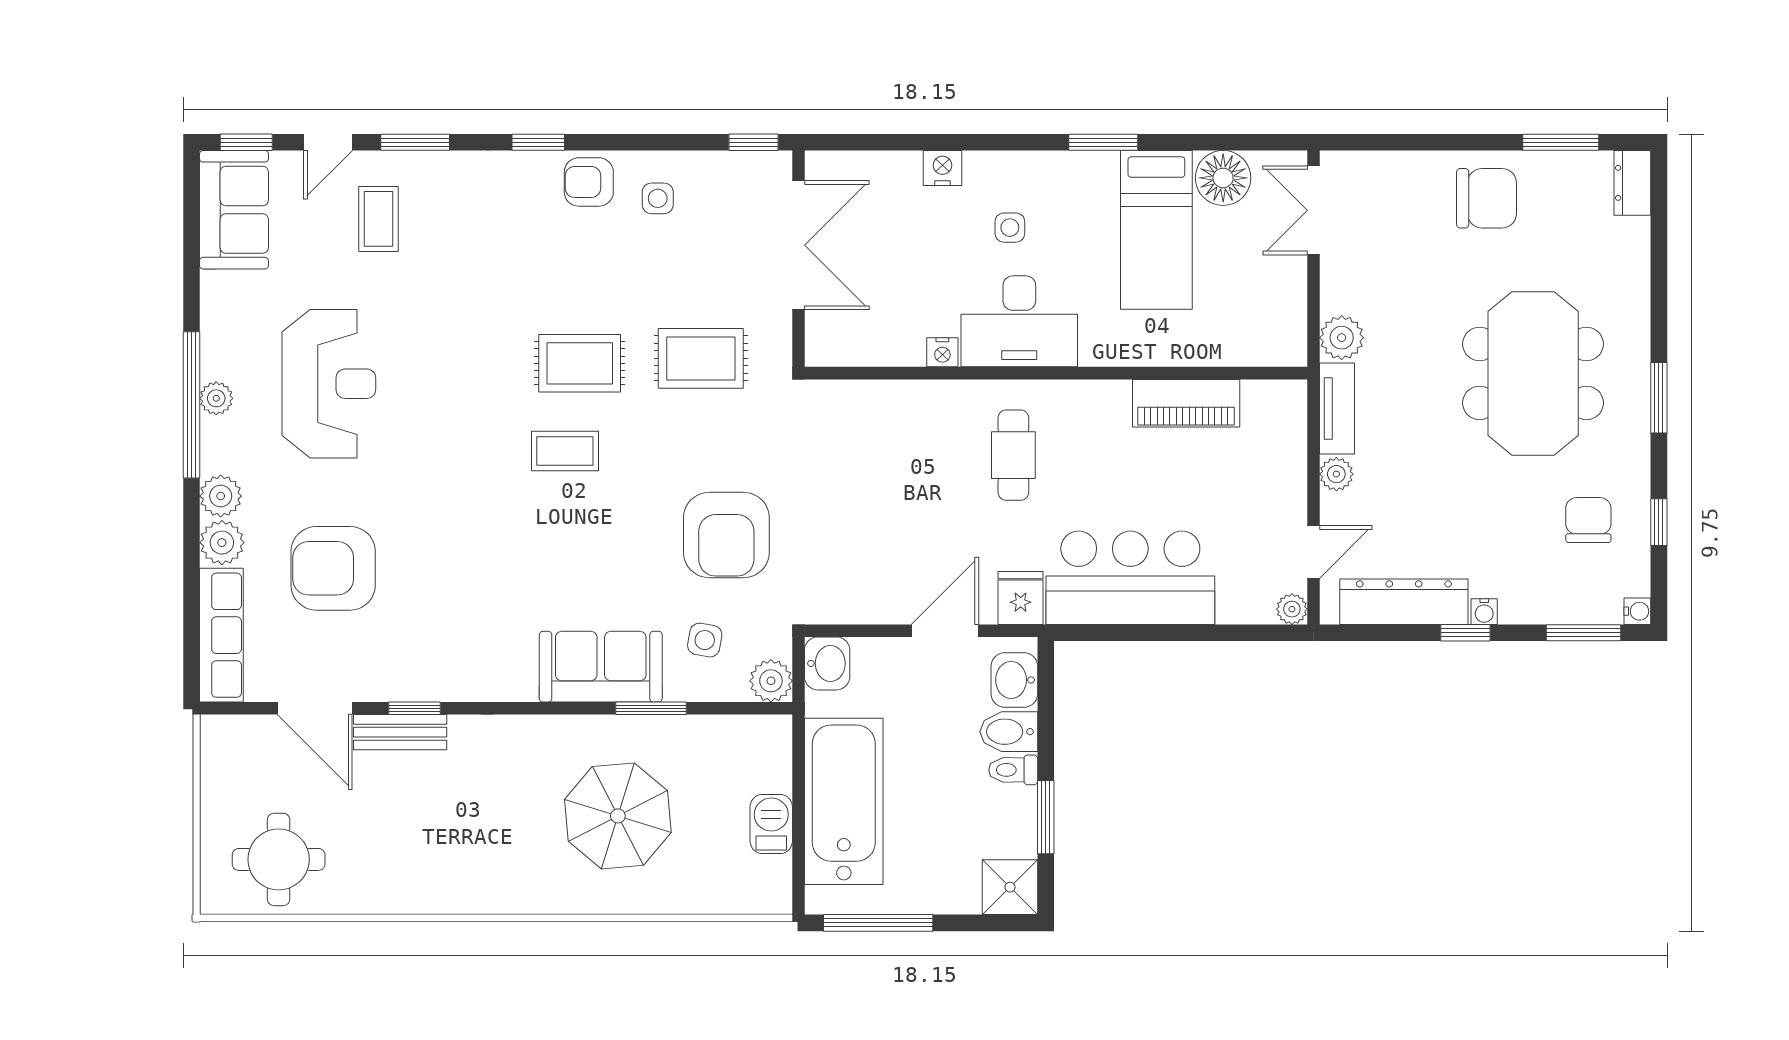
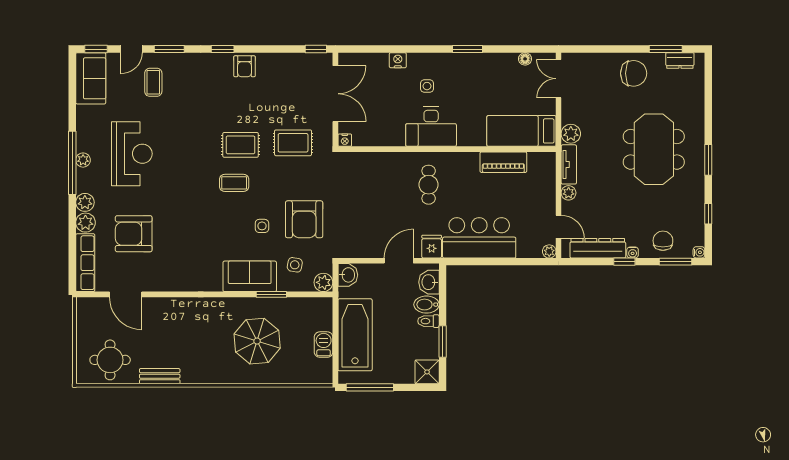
floor lamp: (1223, 178) -> (525, 59), width x0.53, depth x0.53
armchair: (589, 182) -> (244, 66), turned -90
dresser: (1632, 183) -> (680, 61), moved, turned -90
side table: (658, 198) -> (262, 226), moved
bed: (1156, 230) -> (521, 131), moved, turned 90
nightstand: (942, 352) -> (345, 140), moved
chair: (1588, 520) -> (663, 241), moved
door: (1313, 552) -> (559, 227), hinge flipped
window: (414, 708) -> (169, 294), removed
bench: (400, 732) -> (160, 376), moved

